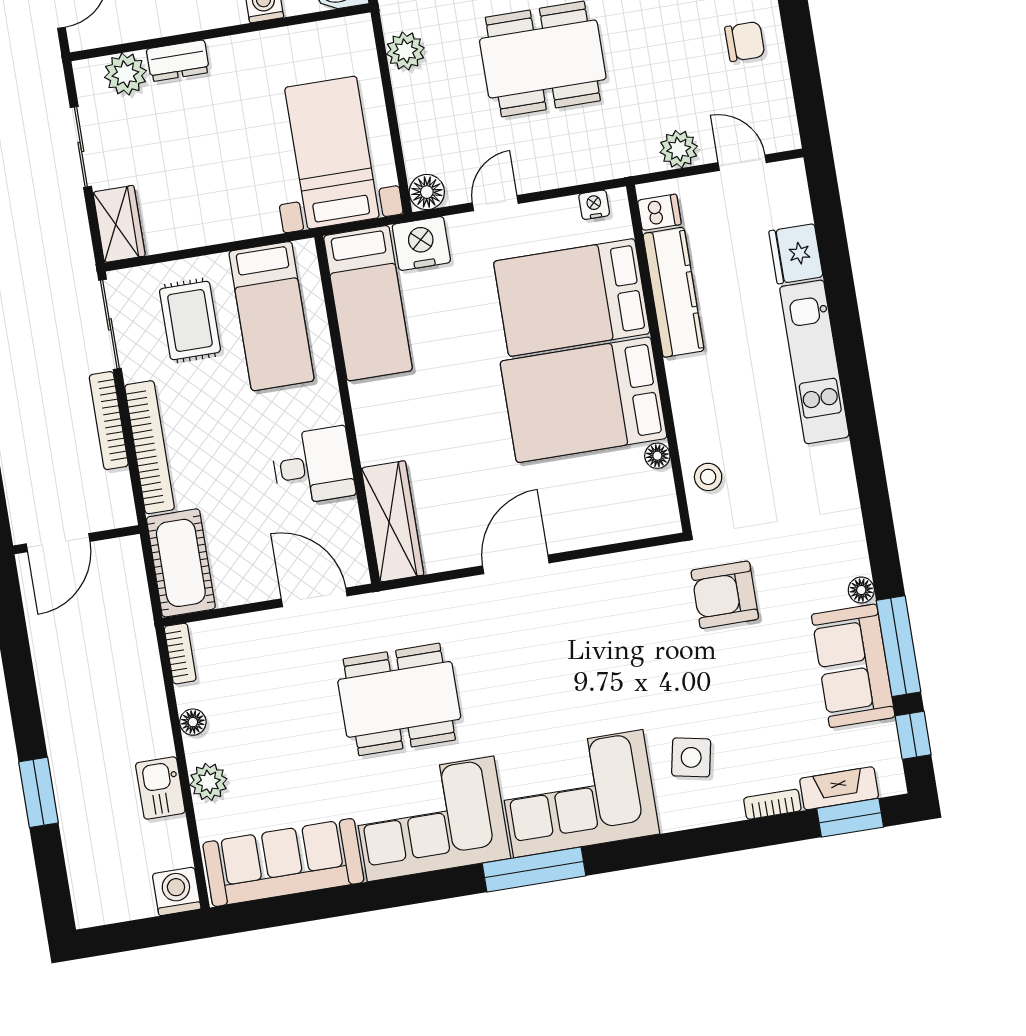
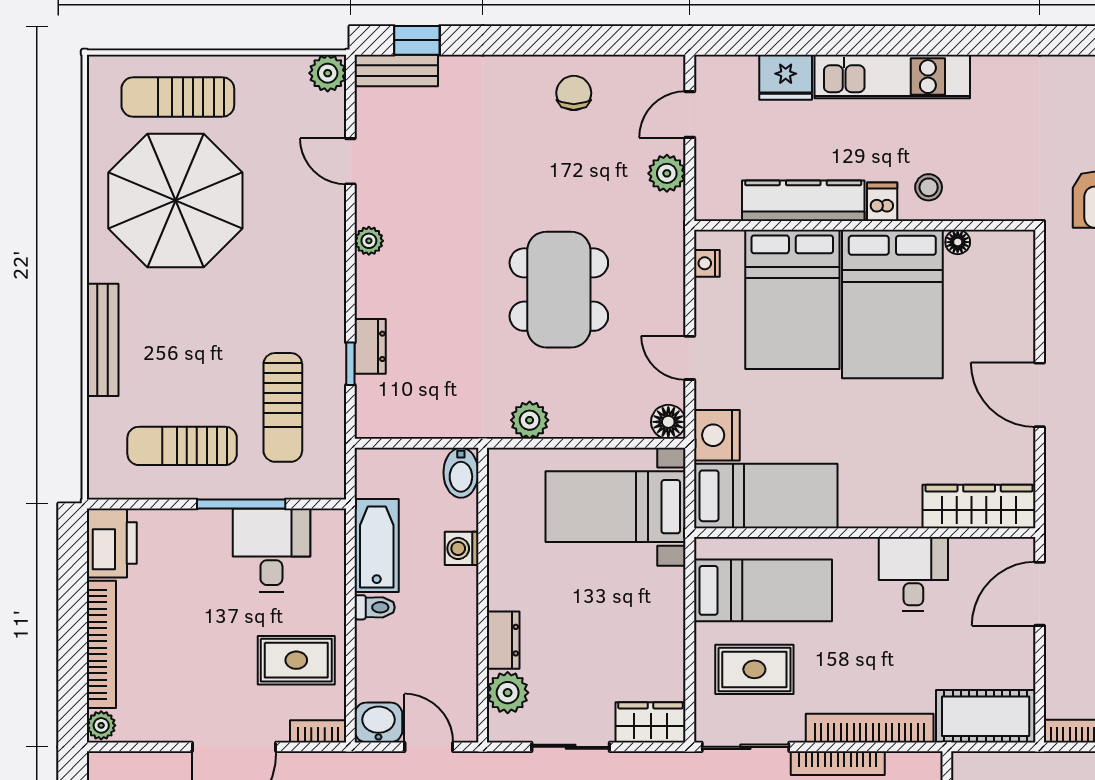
dishwasher: (659, 212) -> (882, 202), moved
stool: (708, 477) -> (929, 187), moved

